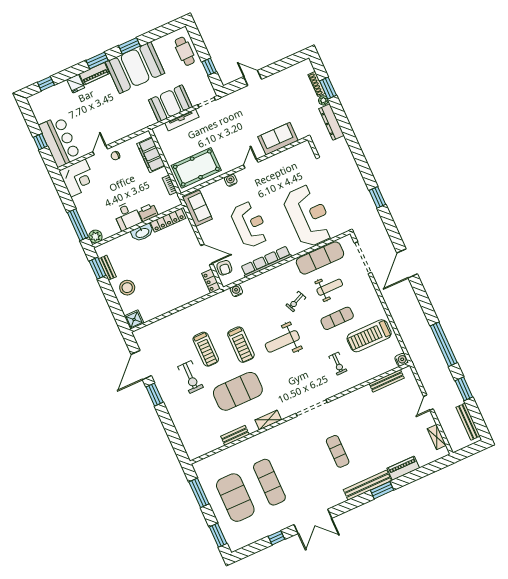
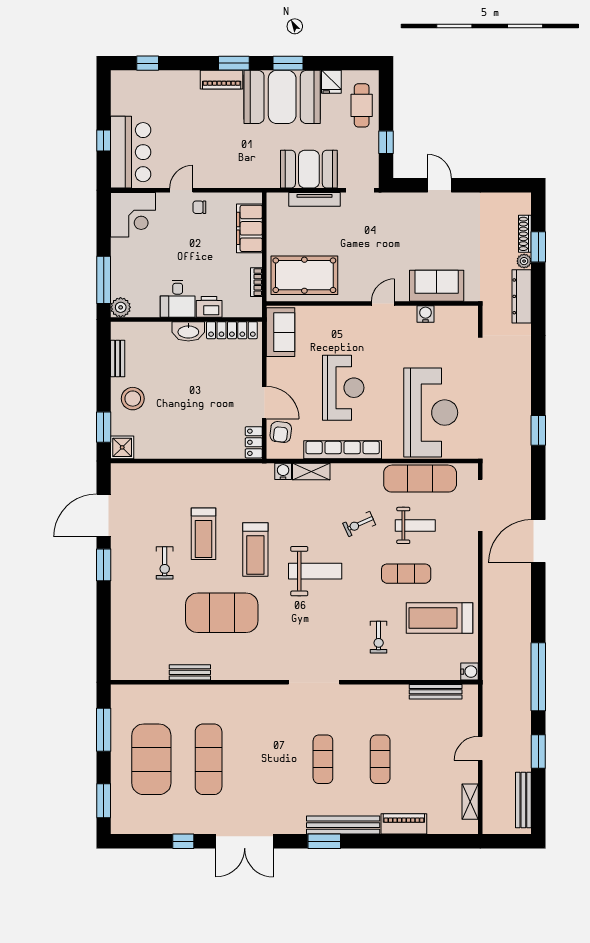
fridge: (76, 84) -> (331, 82), moved
water cooler: (231, 180) -> (426, 314), moved
window: (97, 268) -> (104, 427), moved
weight bench: (282, 341) -> (315, 571), turned 180
exercise bike: (190, 377) -> (165, 563), width x0.73, depth x0.72
shelving: (268, 420) -> (311, 472), moved
exercise mat: (372, 436) -> (380, 759), added
window: (382, 490) -> (324, 841), moved

